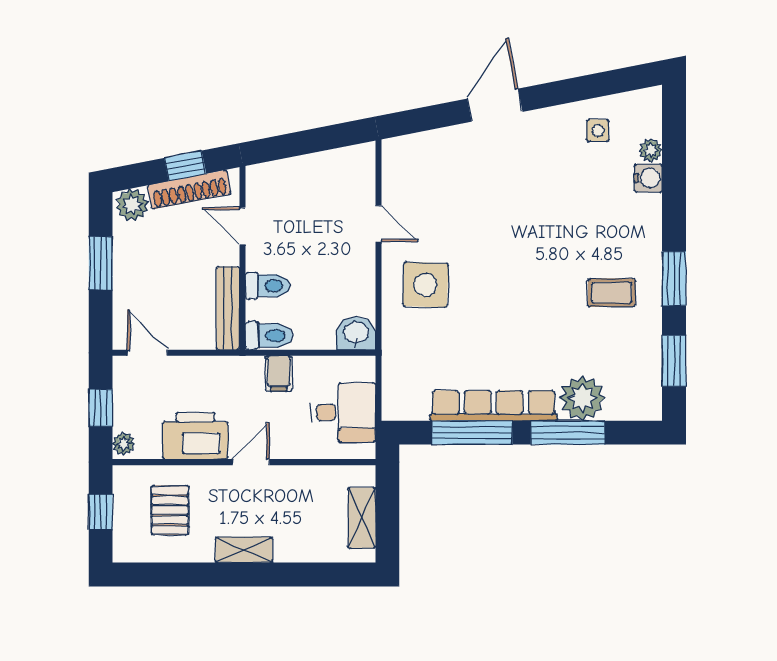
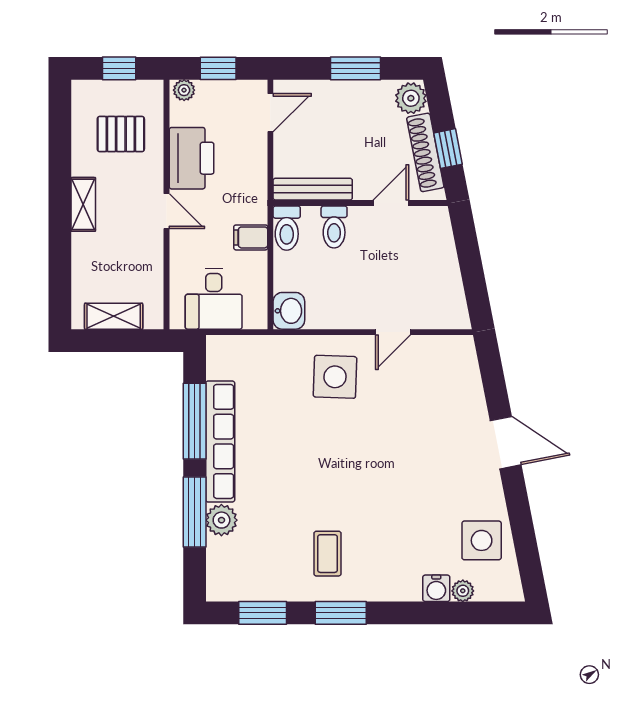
side table: (598, 130) -> (482, 540), width x1.87, depth x1.87
plant: (582, 398) -> (221, 520), width x0.73, depth x0.73

